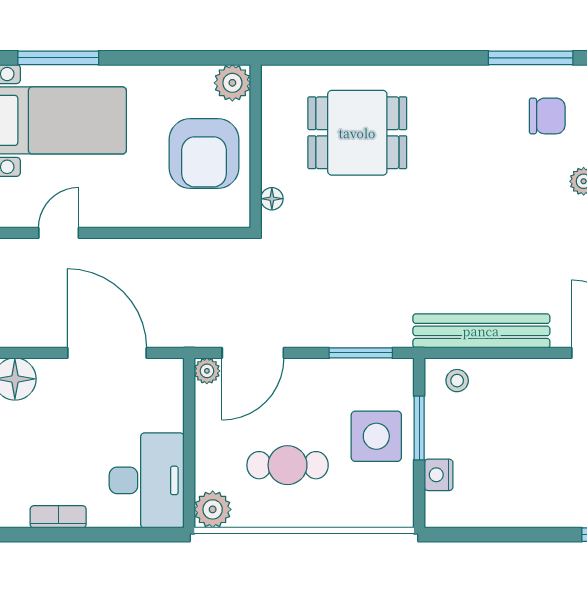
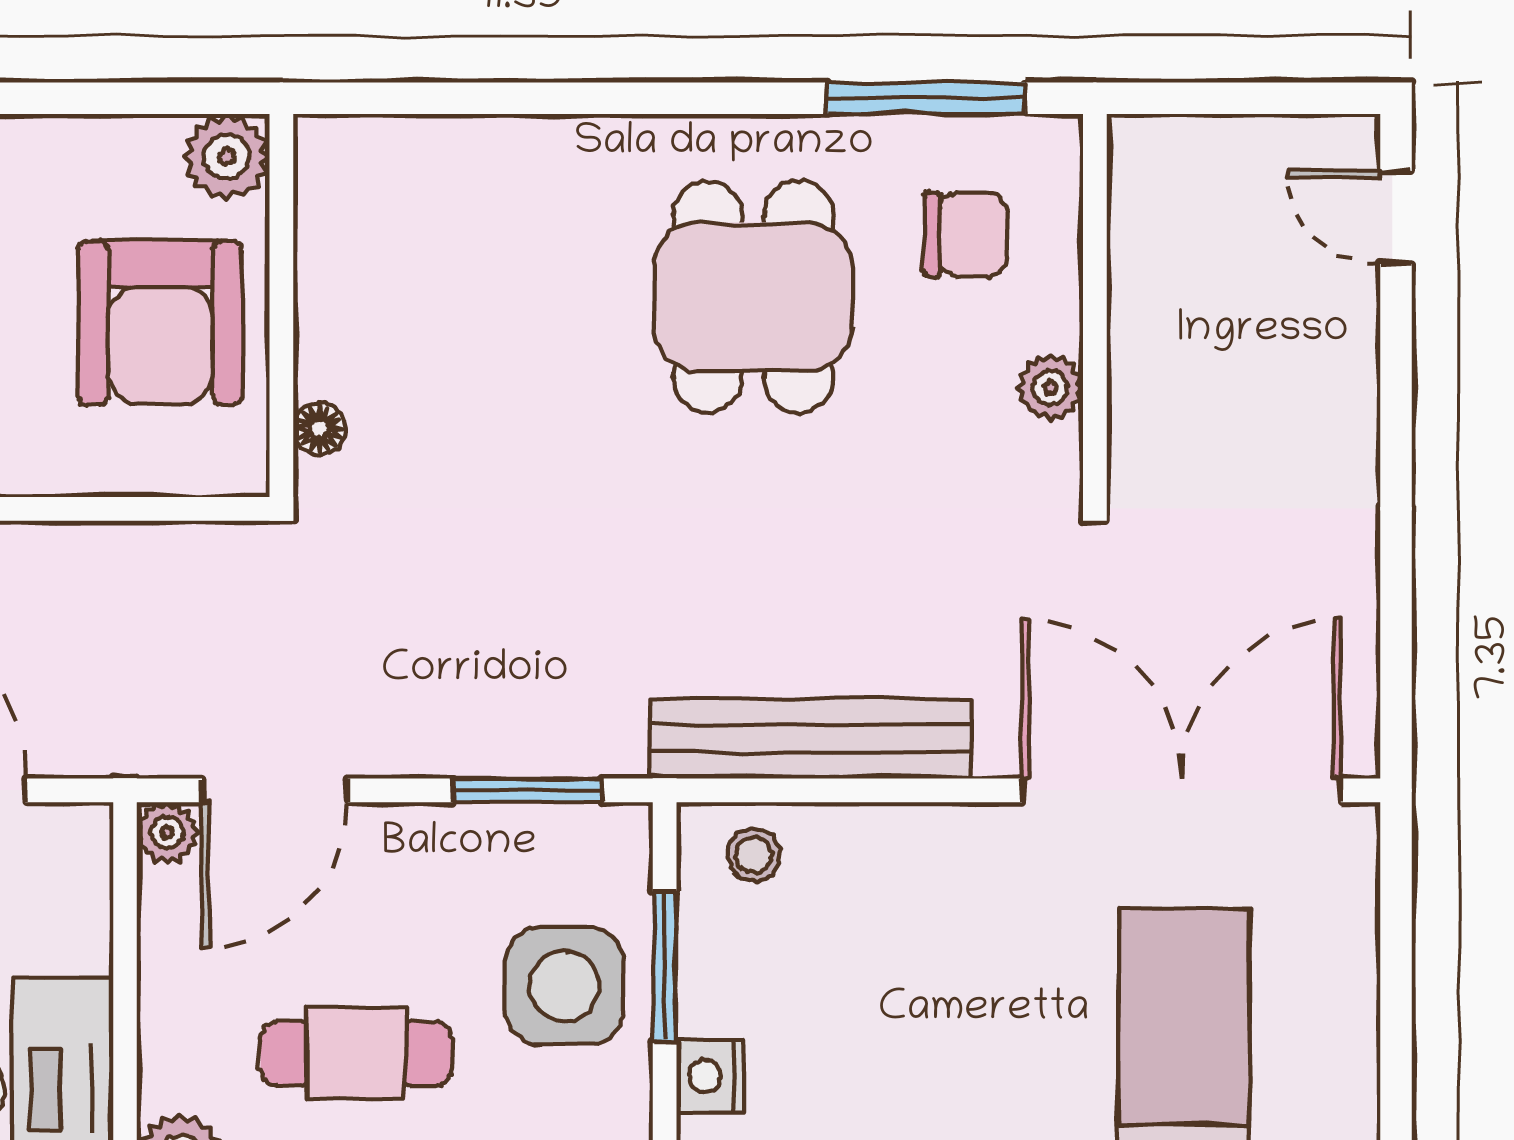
dining table: (357, 133) -> (753, 297), moved, turned 90

